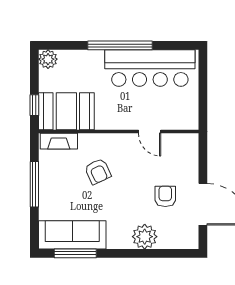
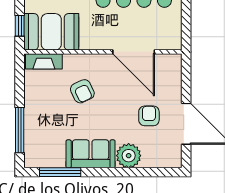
door: (150, 132) -> (134, 52), width x1.87
window: (34, 184) -> (20, 130), moved
sofa: (72, 235) -> (91, 154), moved, width x0.73

